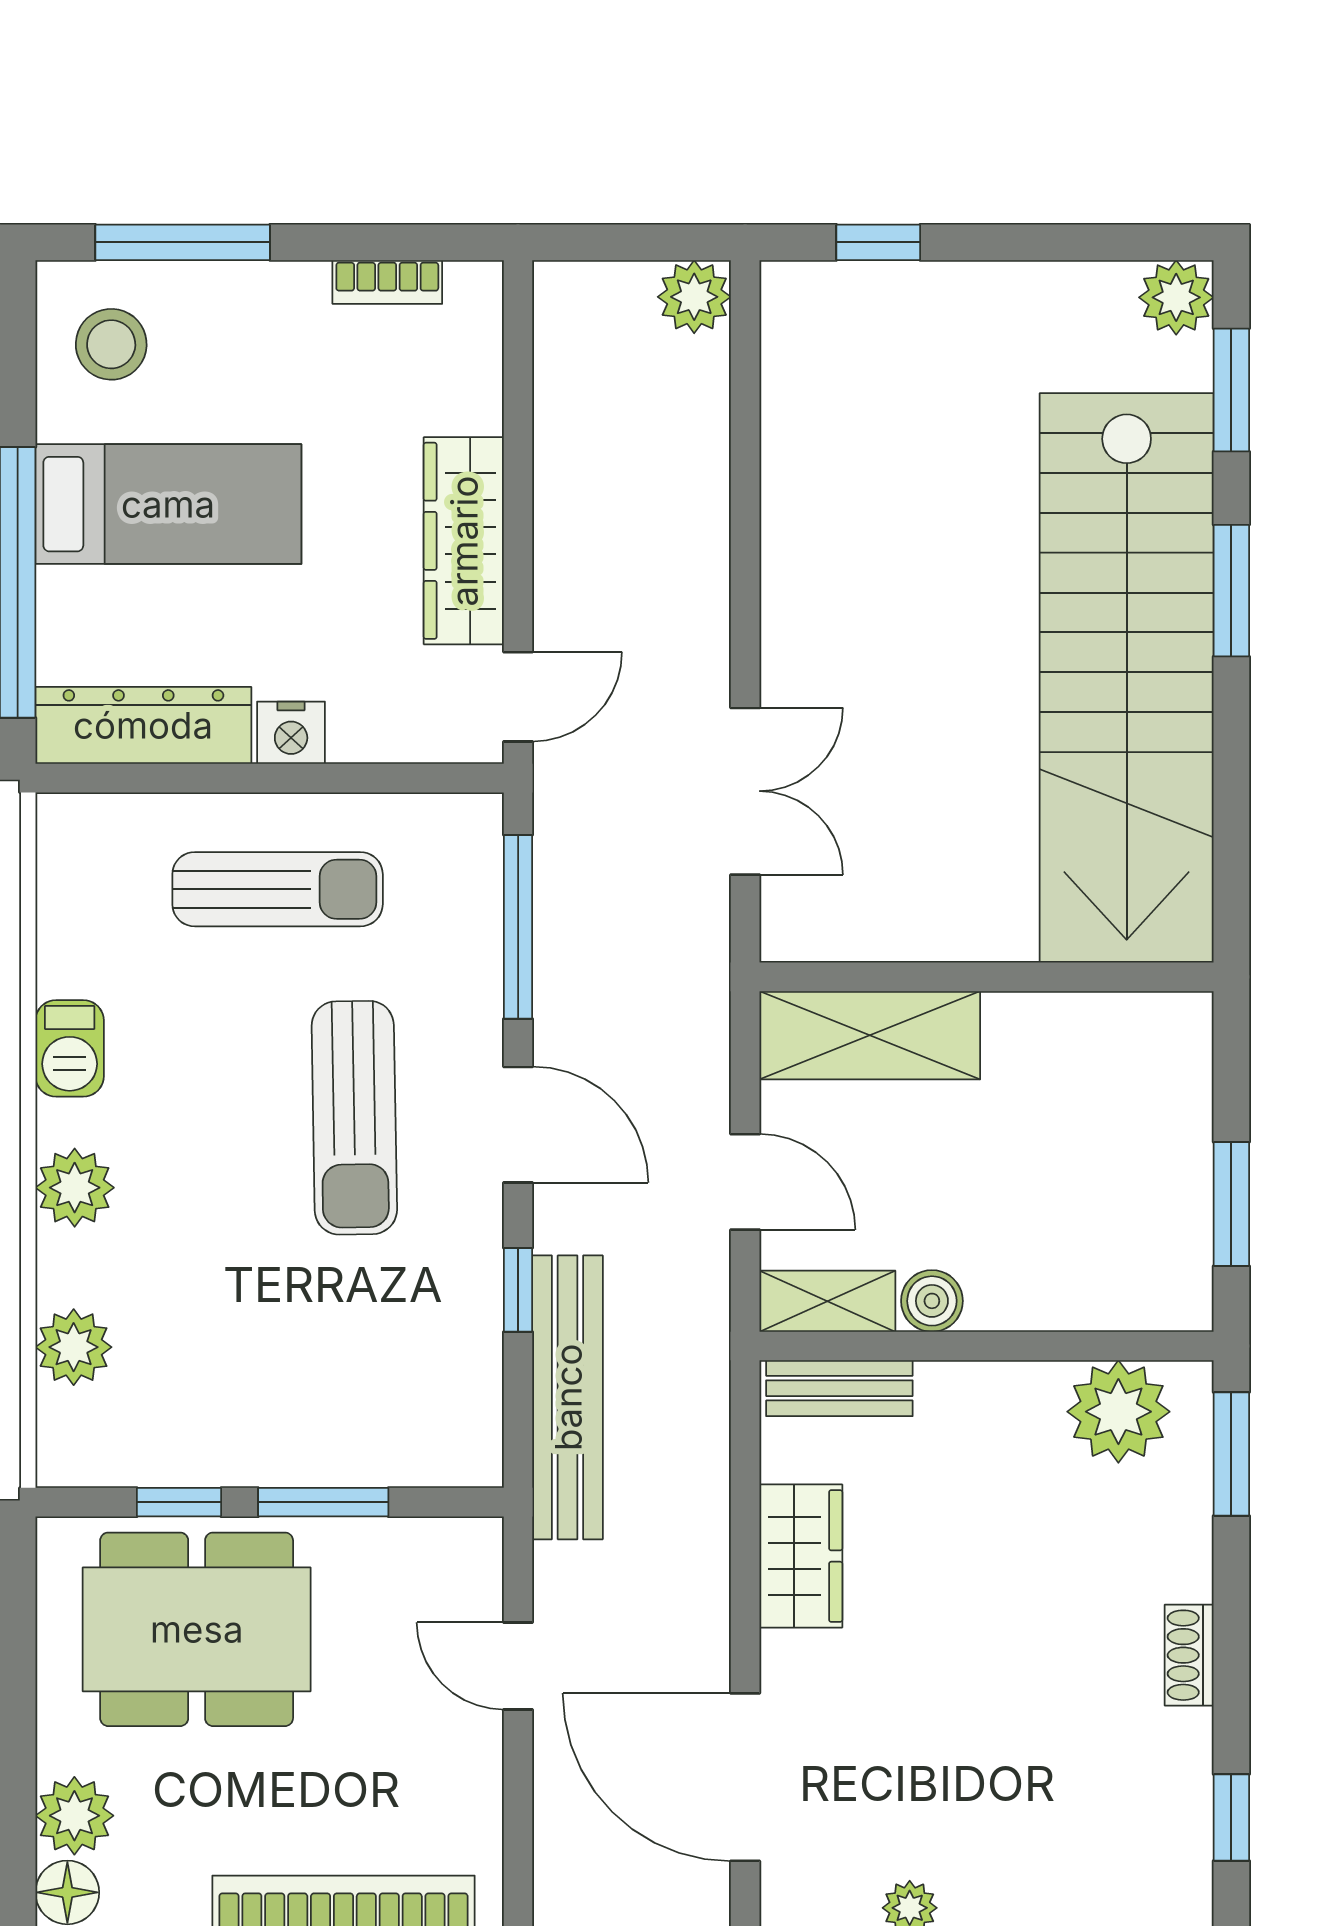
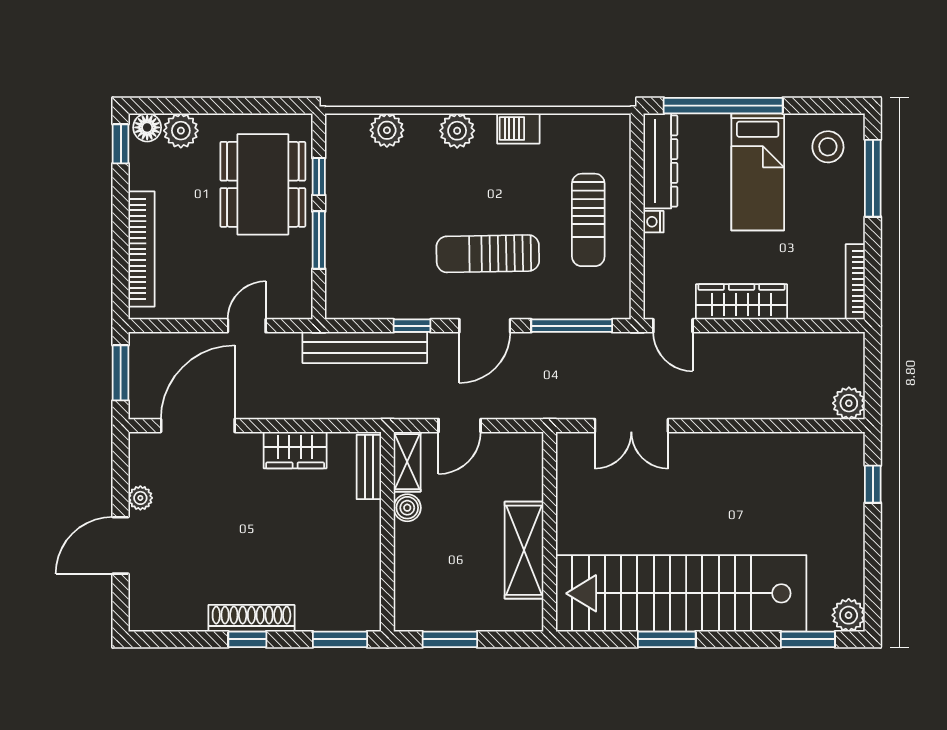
bookcase: (387, 282) -> (855, 282), width x1.56
window: (1231, 591) -> (667, 639), moved
nightstand: (291, 733) -> (654, 222), width x0.72, depth x0.74
shelving: (870, 1035) -> (524, 550), moved
plant: (1118, 1412) -> (359, 590), removed
shoe rack: (1189, 1655) -> (251, 618), width x1.94, depth x1.24
window: (1231, 1818) -> (247, 639), moved

